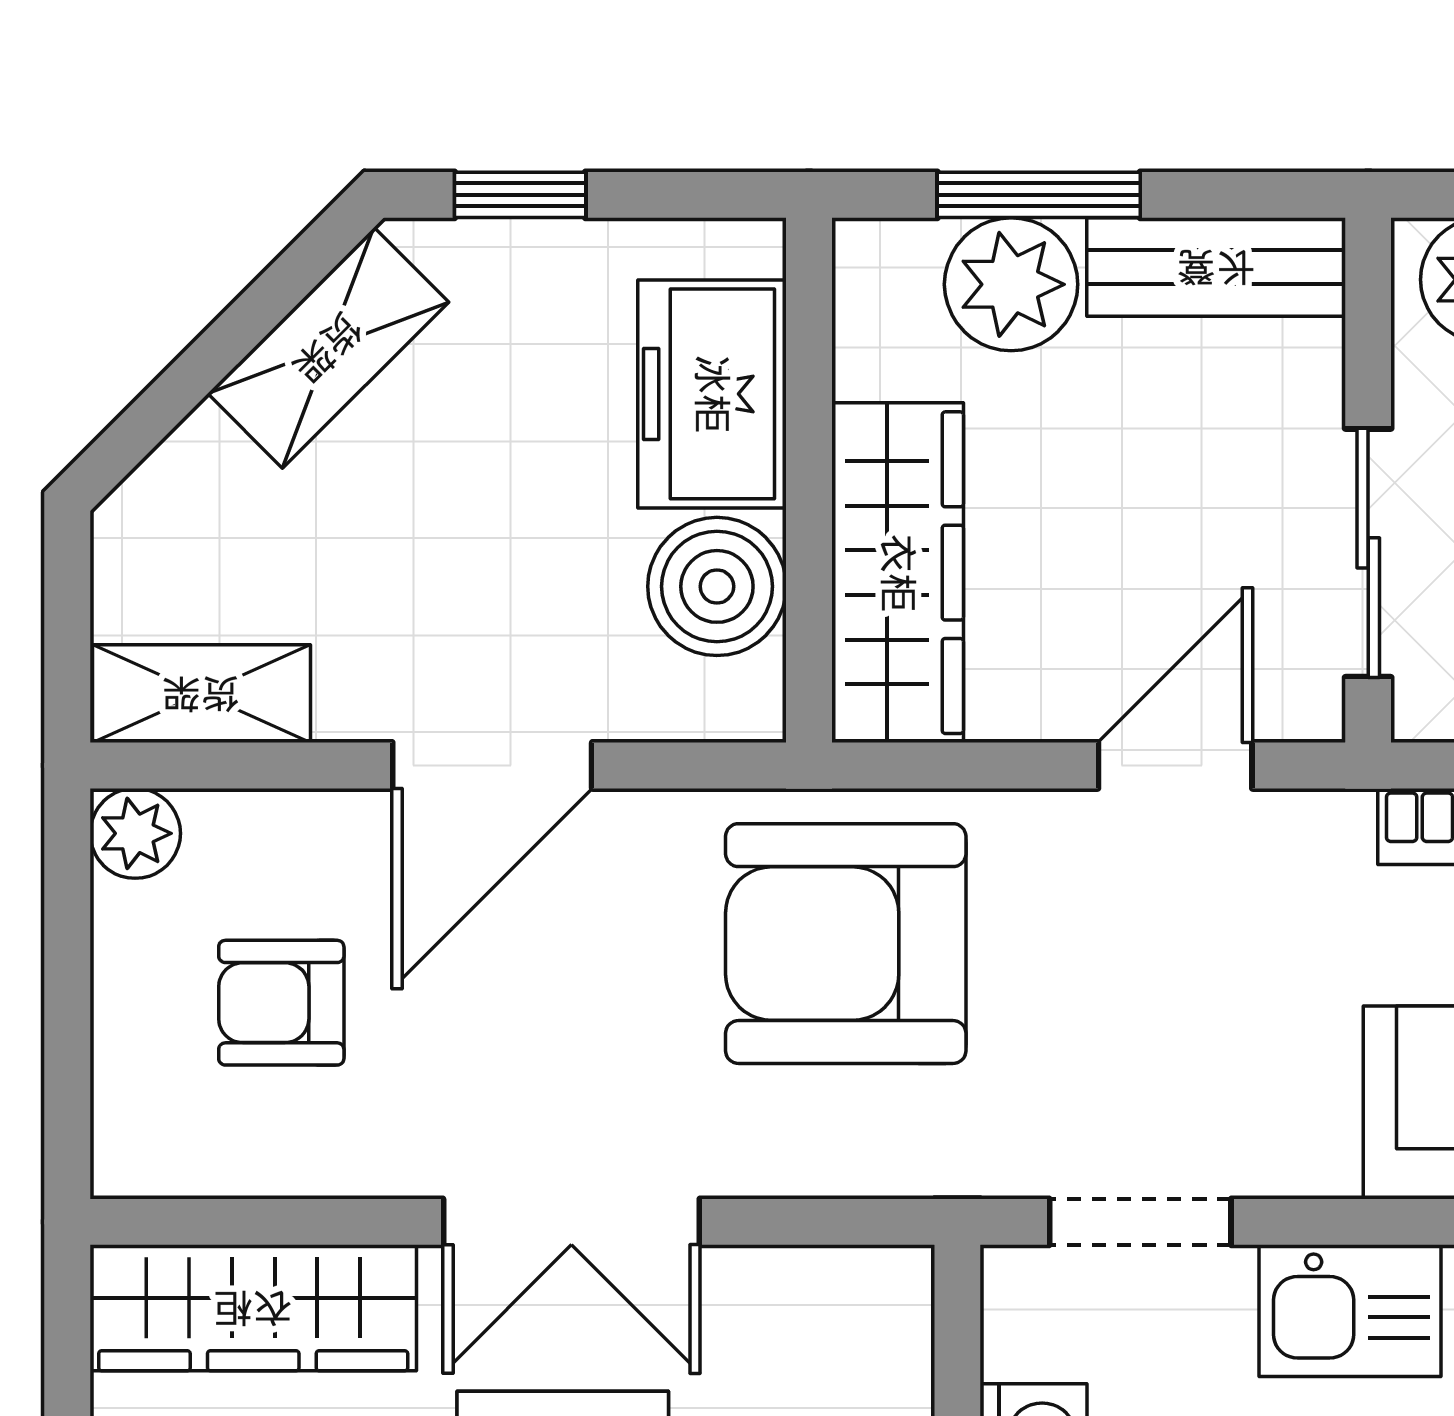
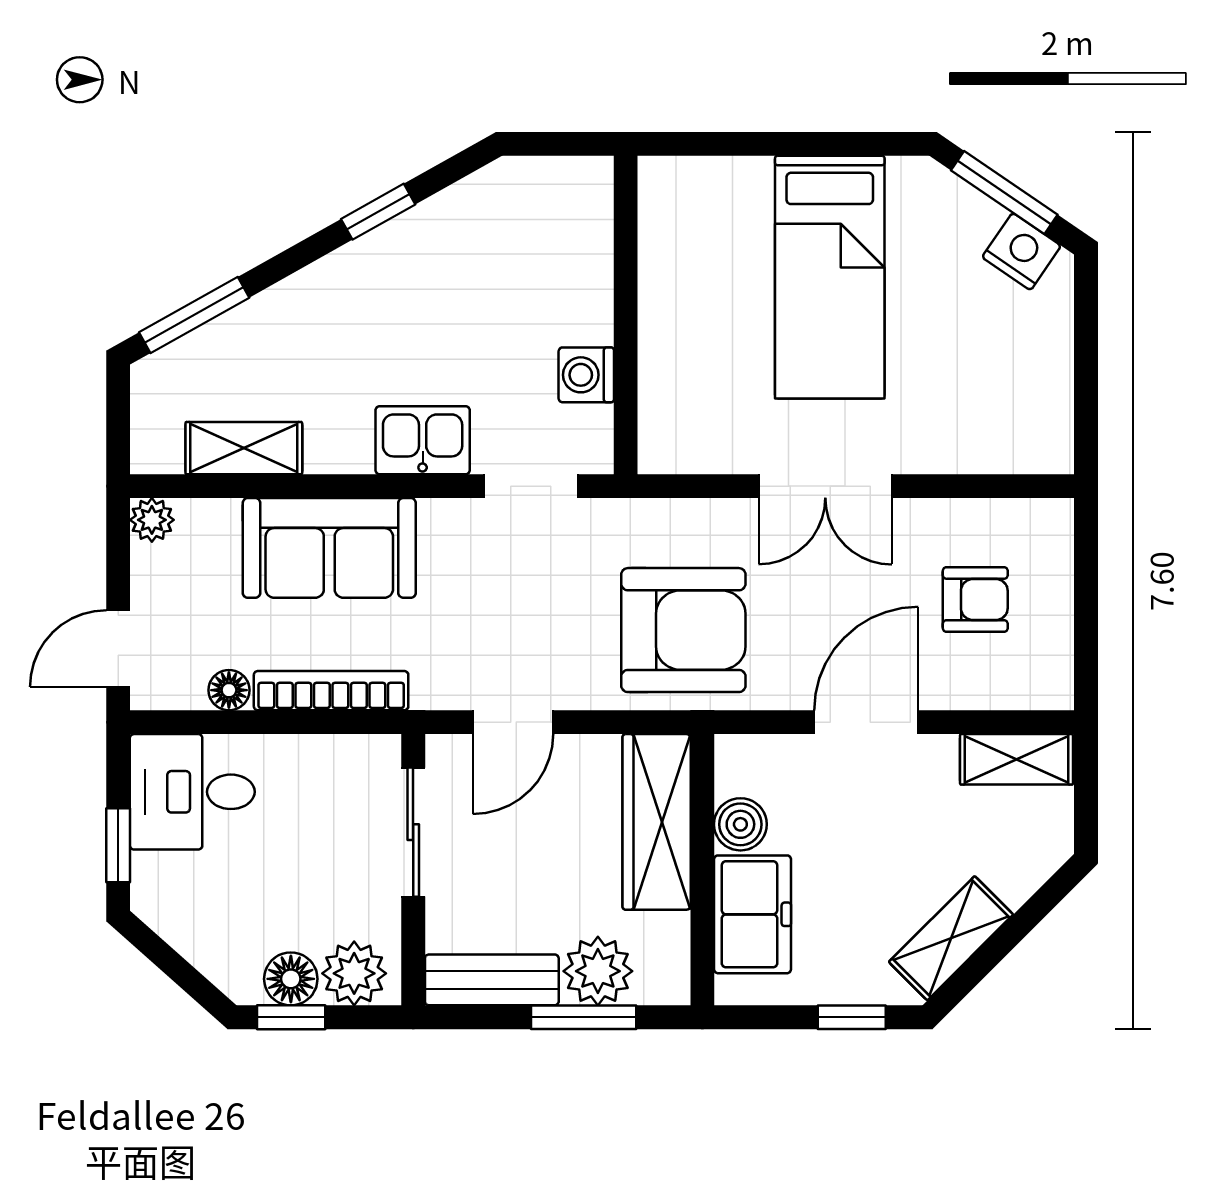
boiler: (717, 586) -> (740, 824), width x0.73, depth x0.73
plant: (135, 833) -> (1051, 687), removed
double door: (571, 1222) -> (825, 486), swing flipped
wardrobe: (253, 1308) -> (990, 442), removed

